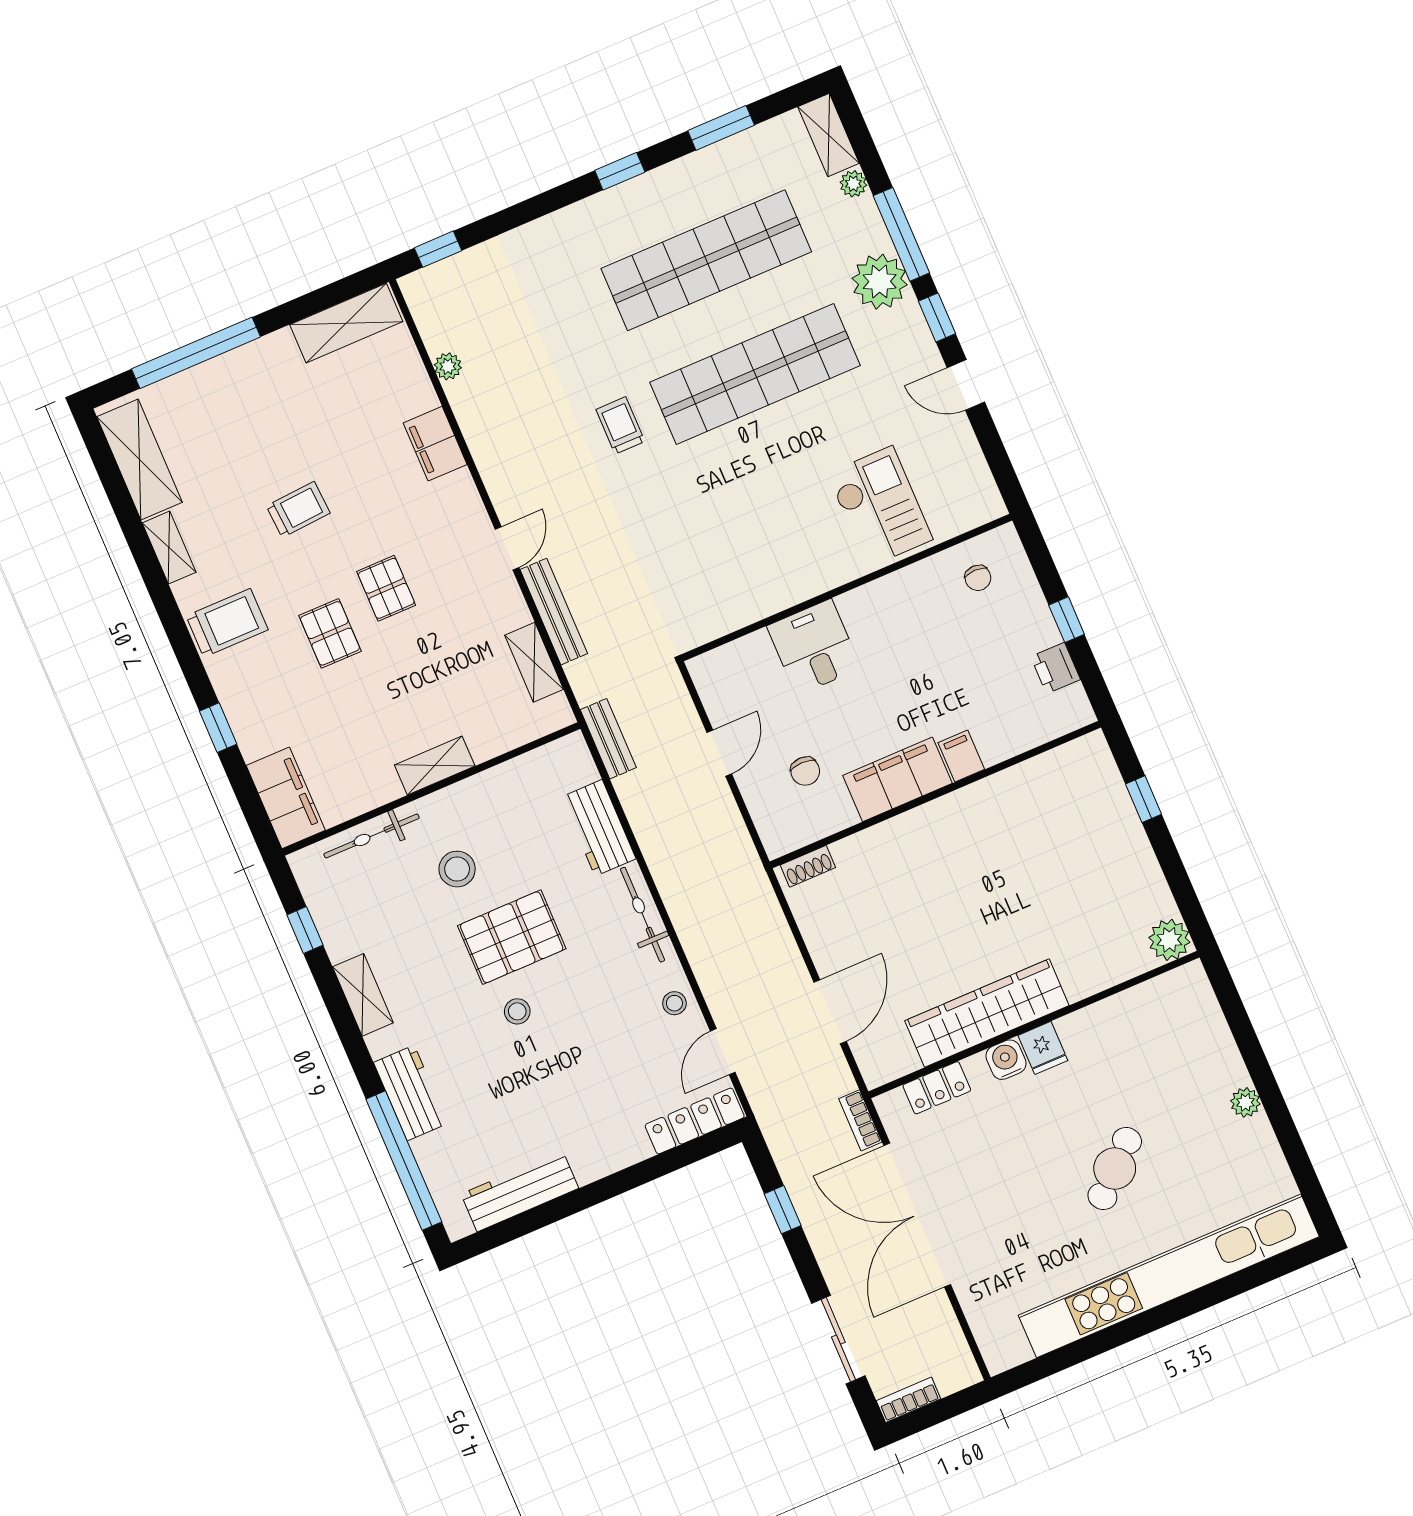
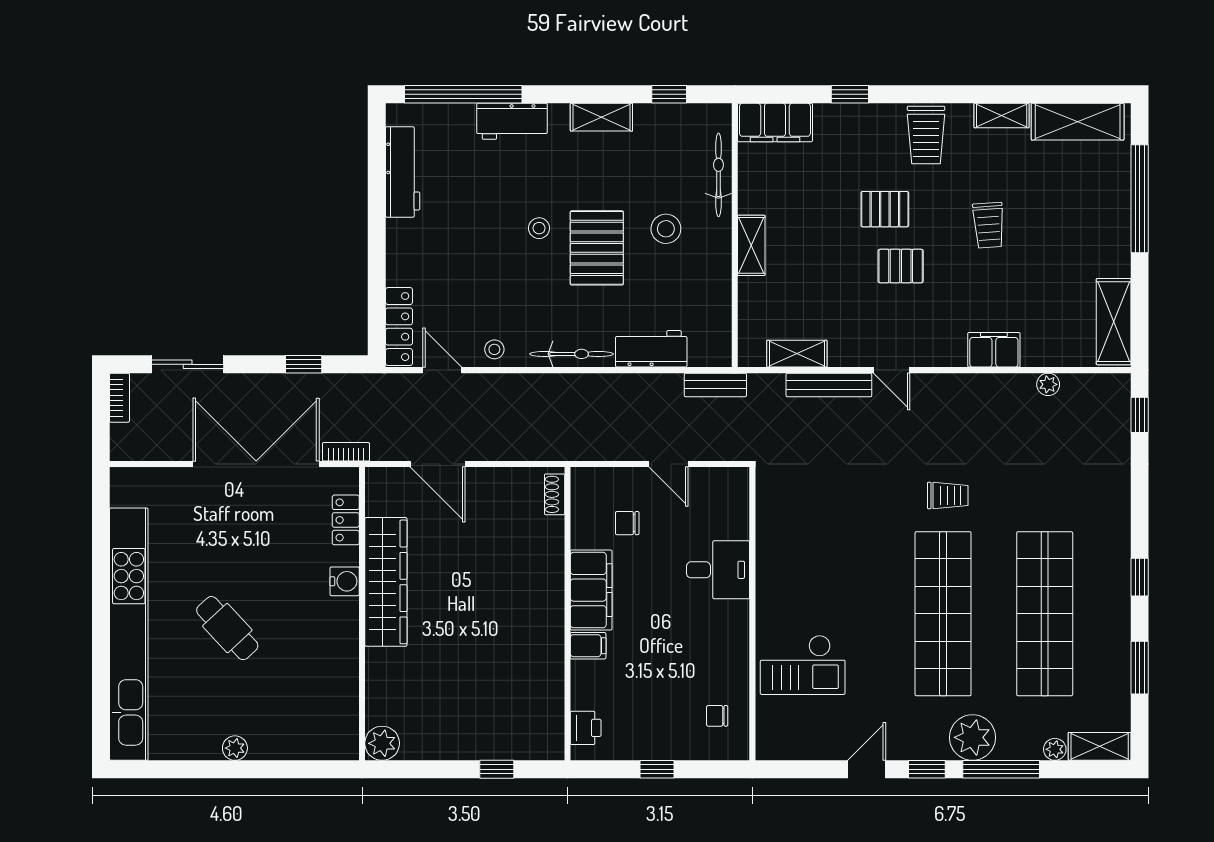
printer: (1055, 668) -> (586, 728), moved, turned 90
fridge: (1043, 1048) -> (342, 613), removed

